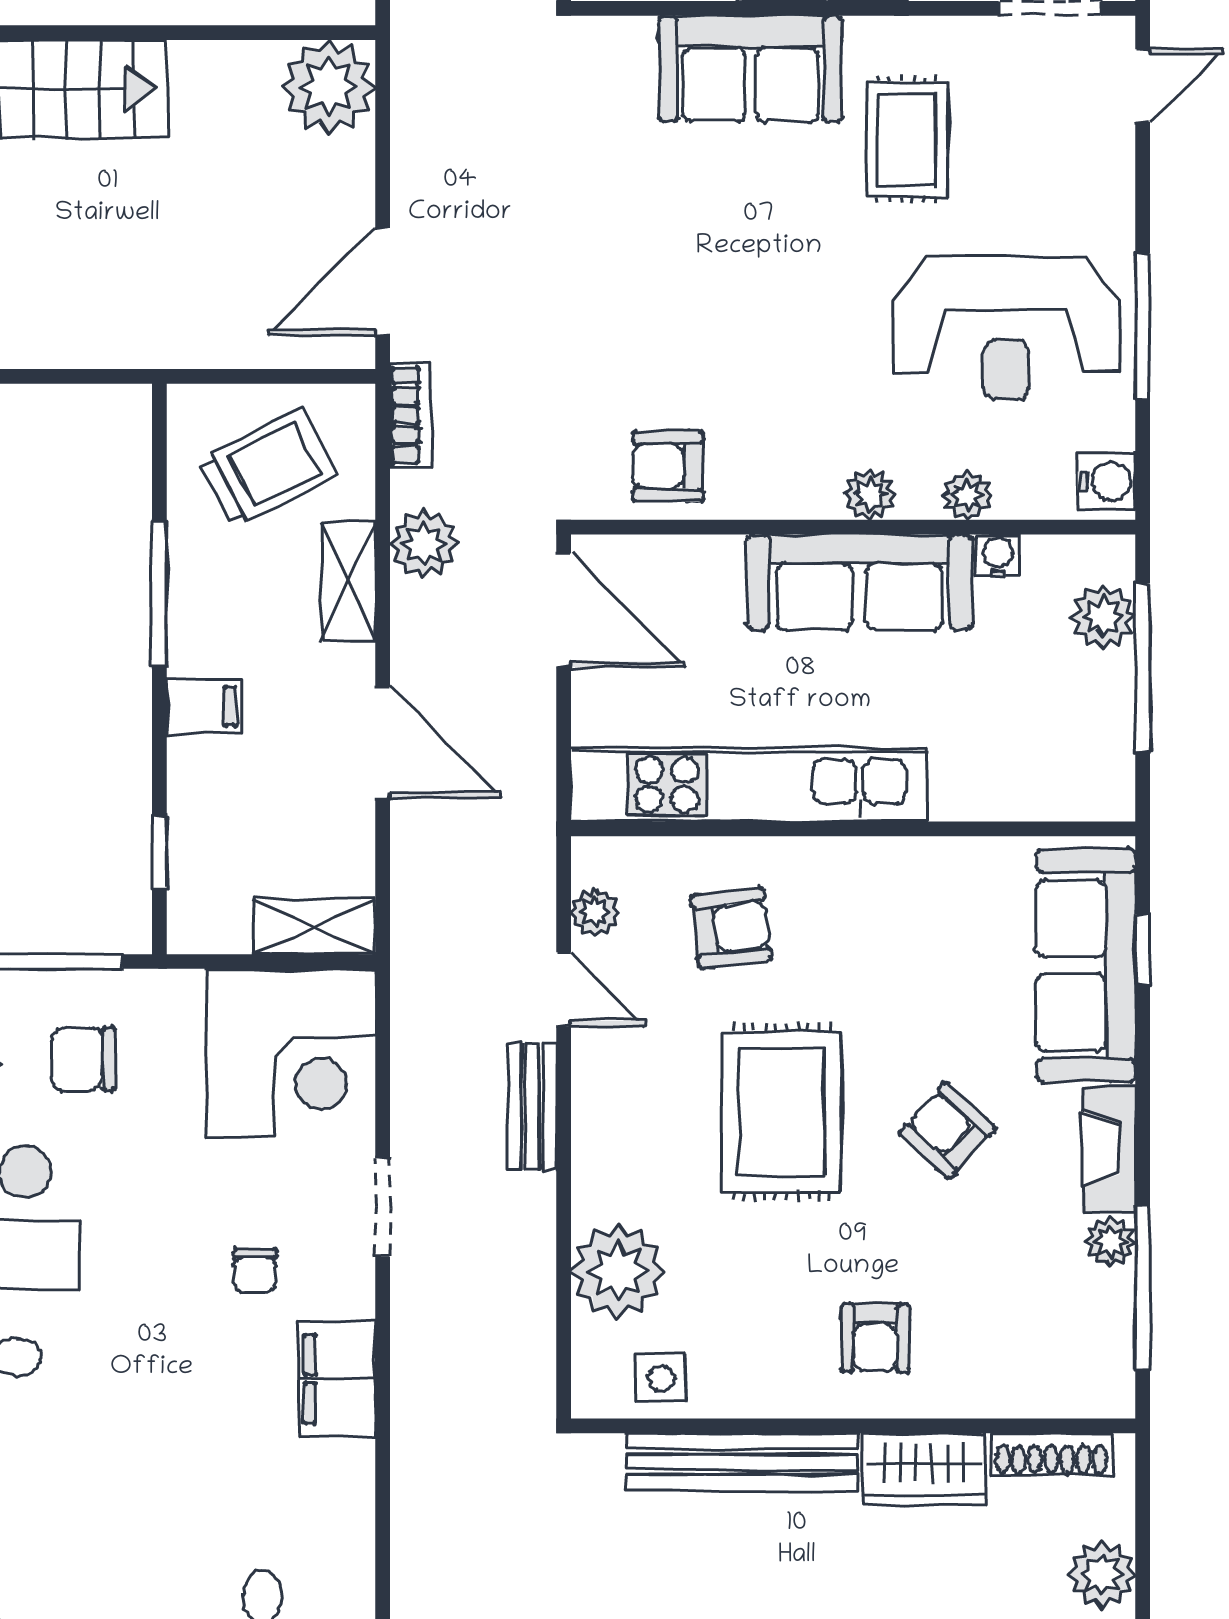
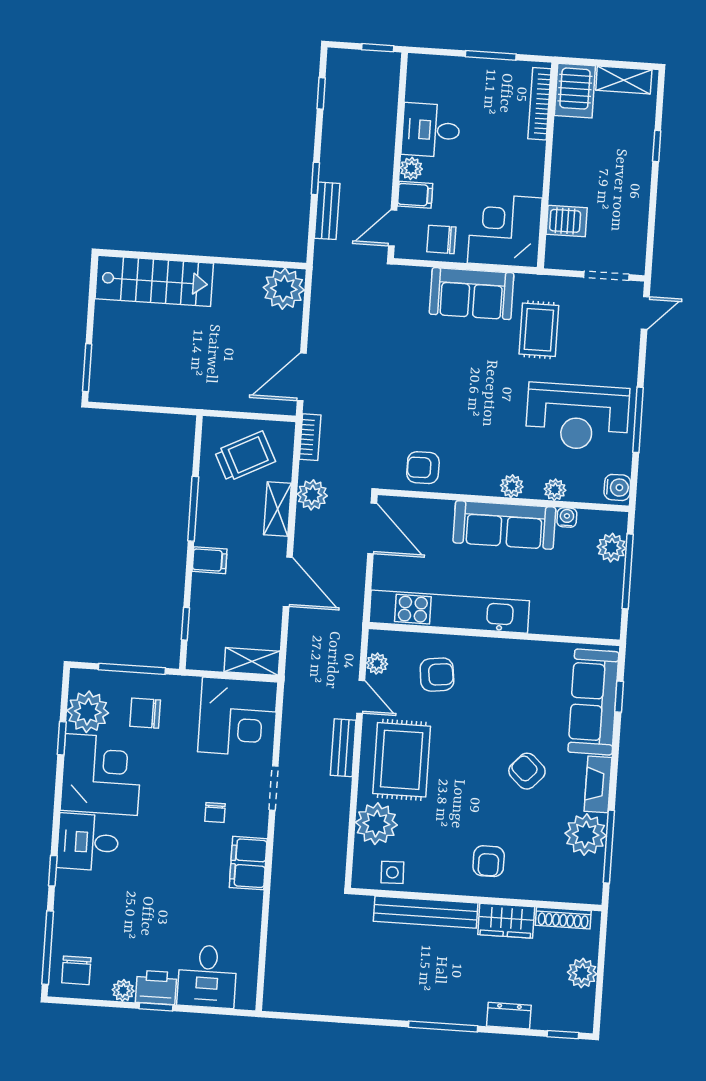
rug: (781, 1112) -> (402, 760), moved
plant: (1110, 1242) -> (586, 834), width x1.87, depth x1.87

